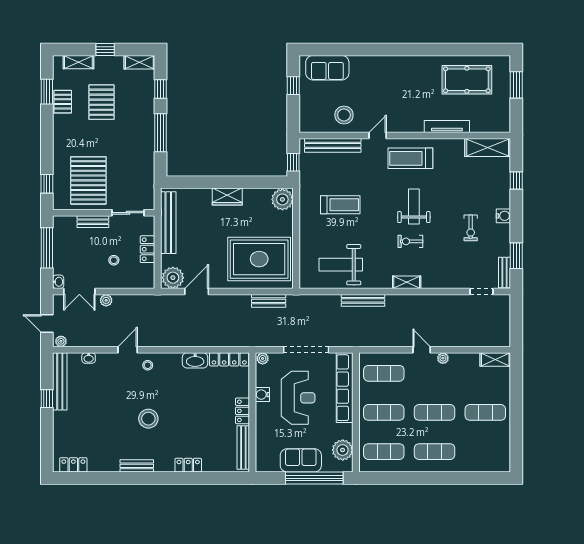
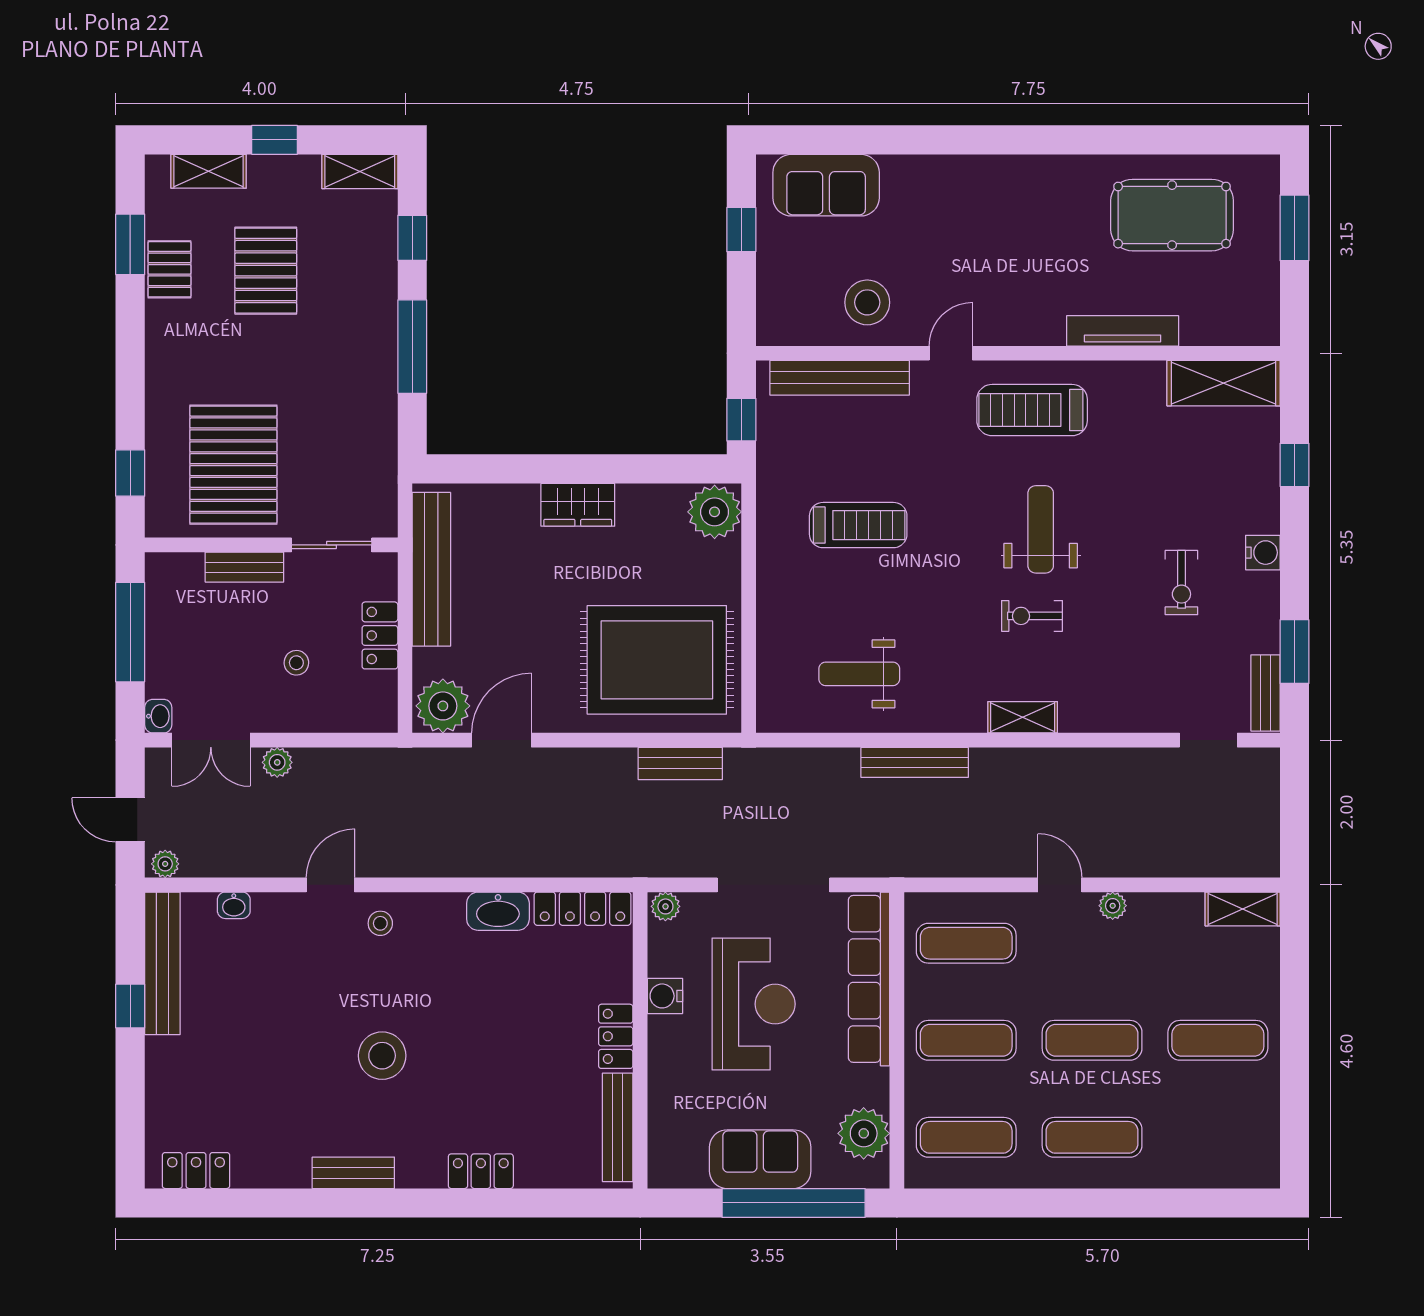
weight bench: (341, 265) -> (859, 674), width x0.73, depth x0.75

